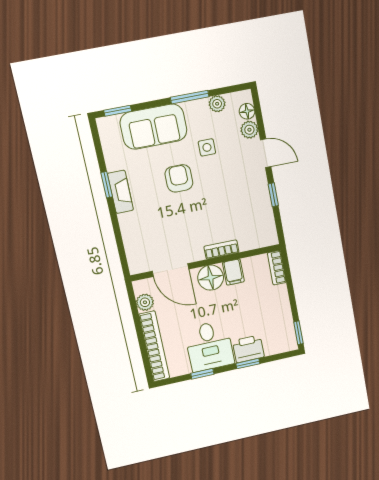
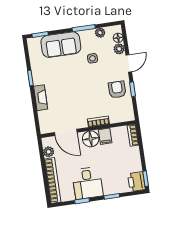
door: (266, 153) -> (129, 63), hinge flipped
armchair: (179, 178) -> (117, 90), moved
fireplace: (120, 192) -> (41, 98), moved
printer: (248, 349) -> (136, 182), moved, turned -90

